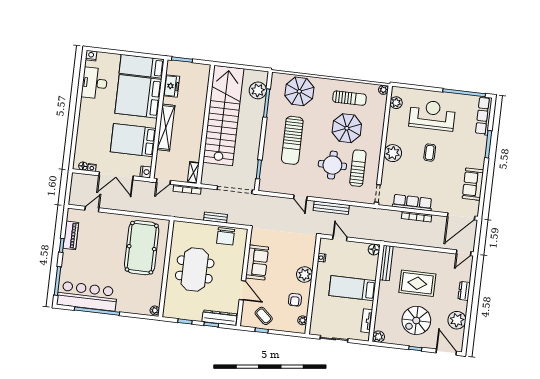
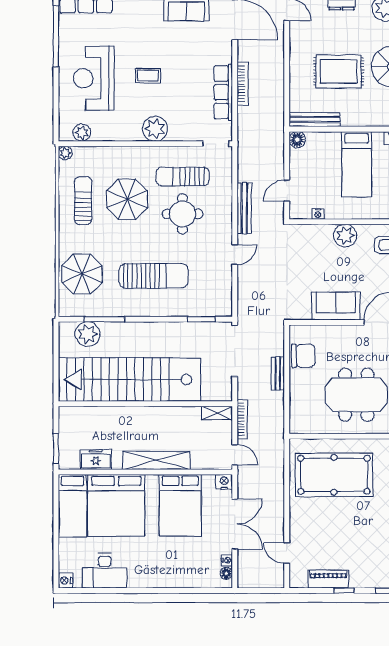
rug: (417, 283) -> (339, 71), turned 90

